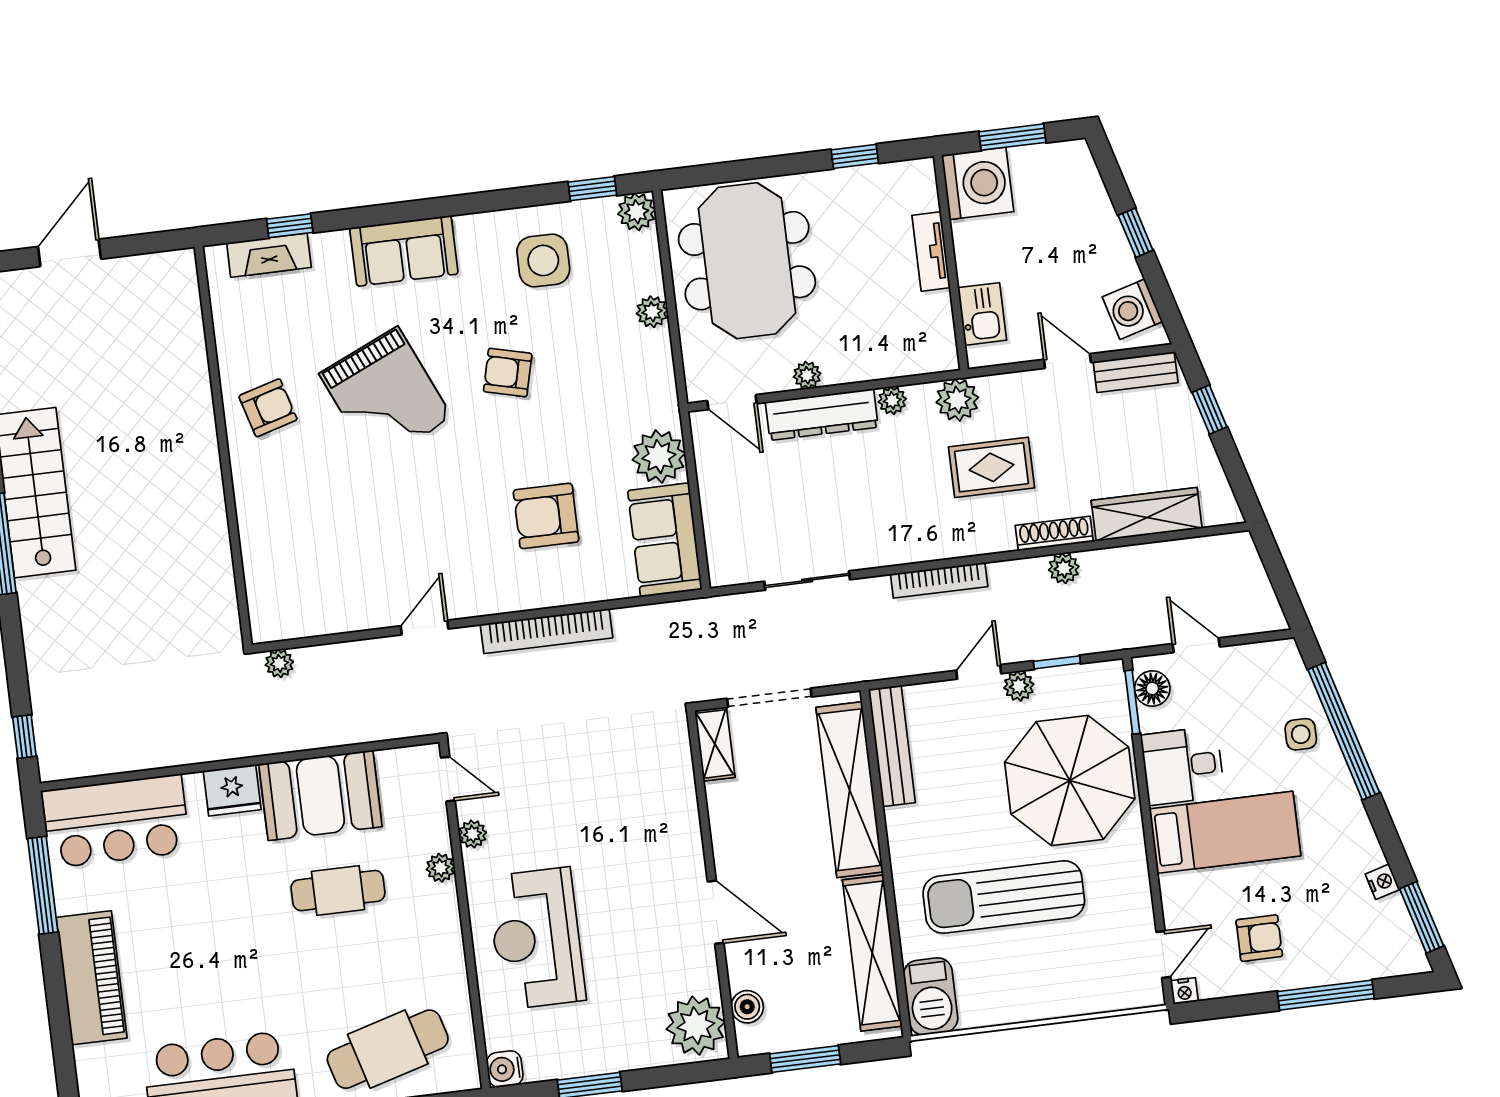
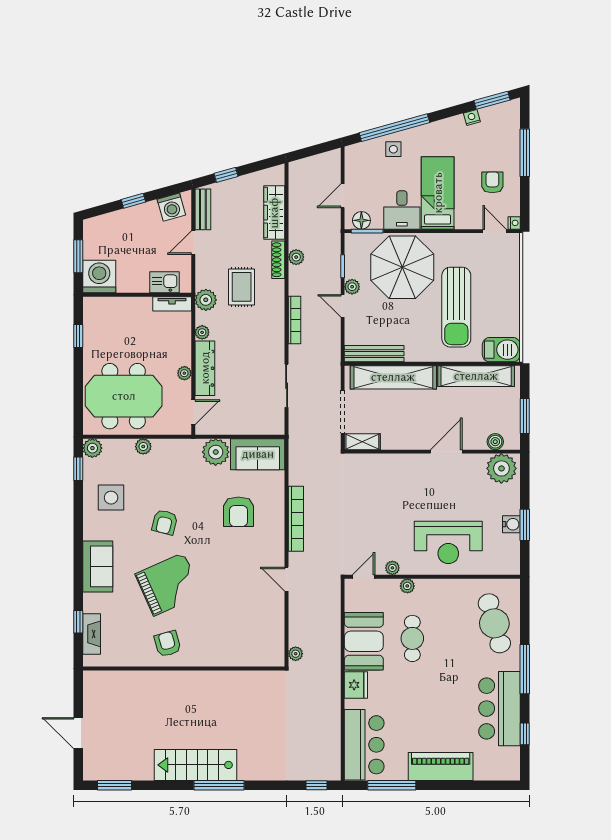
tv unit: (931, 252) -> (172, 304), moved
water cooler: (505, 1069) -> (511, 524), moved, turned -90

